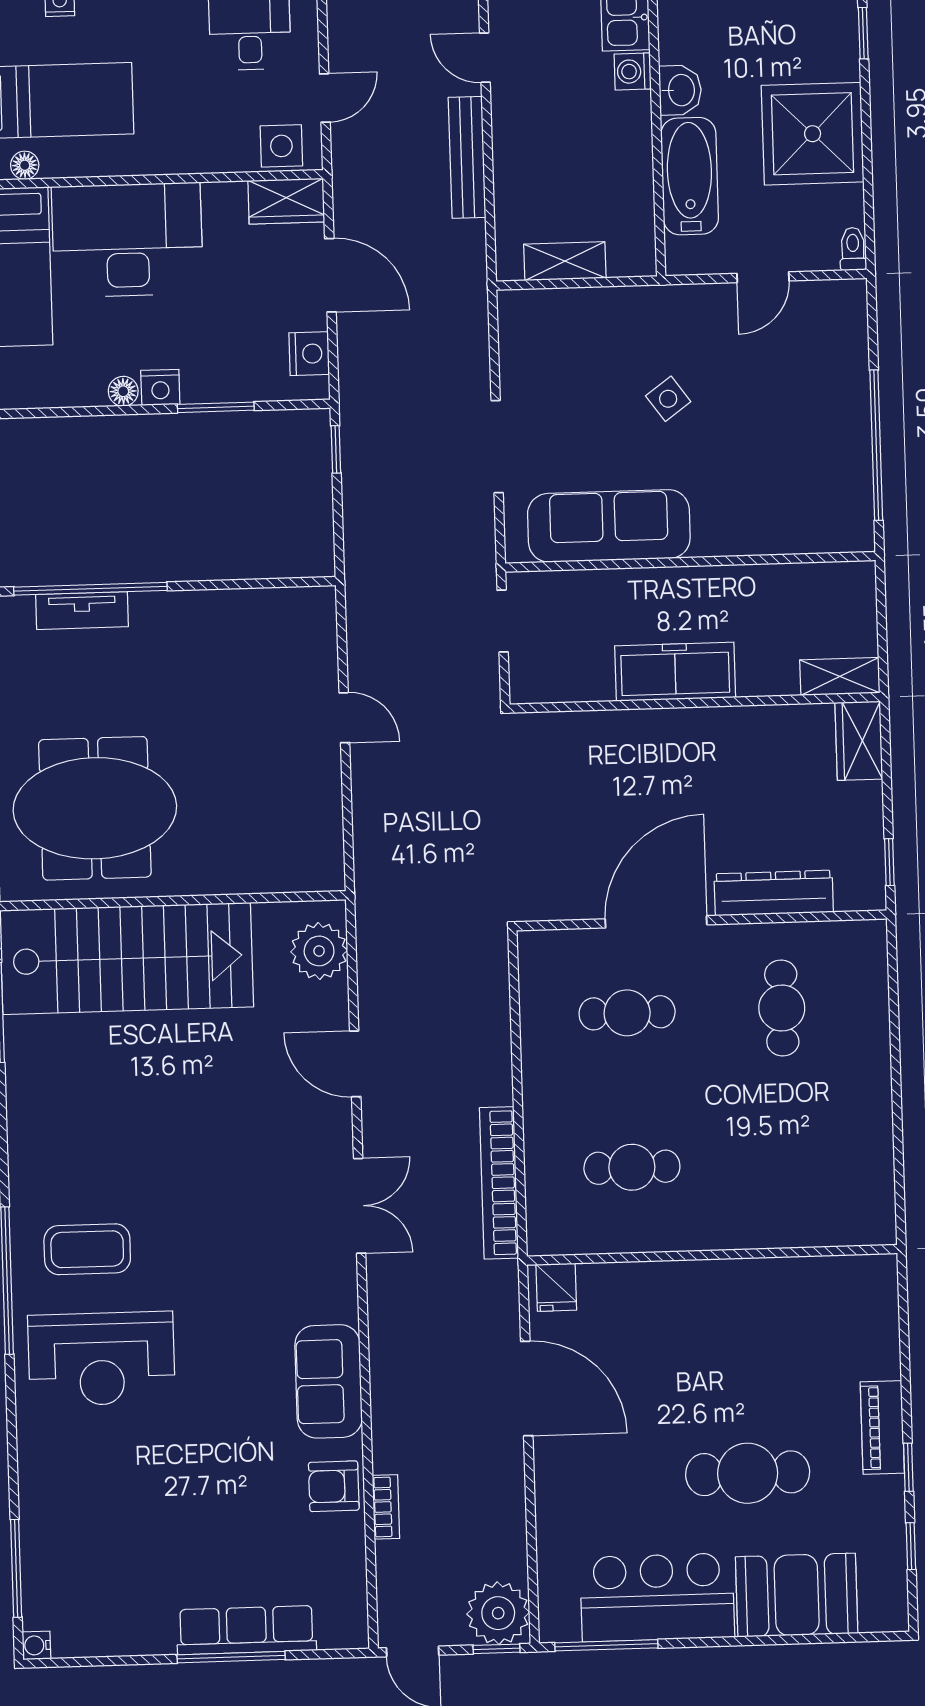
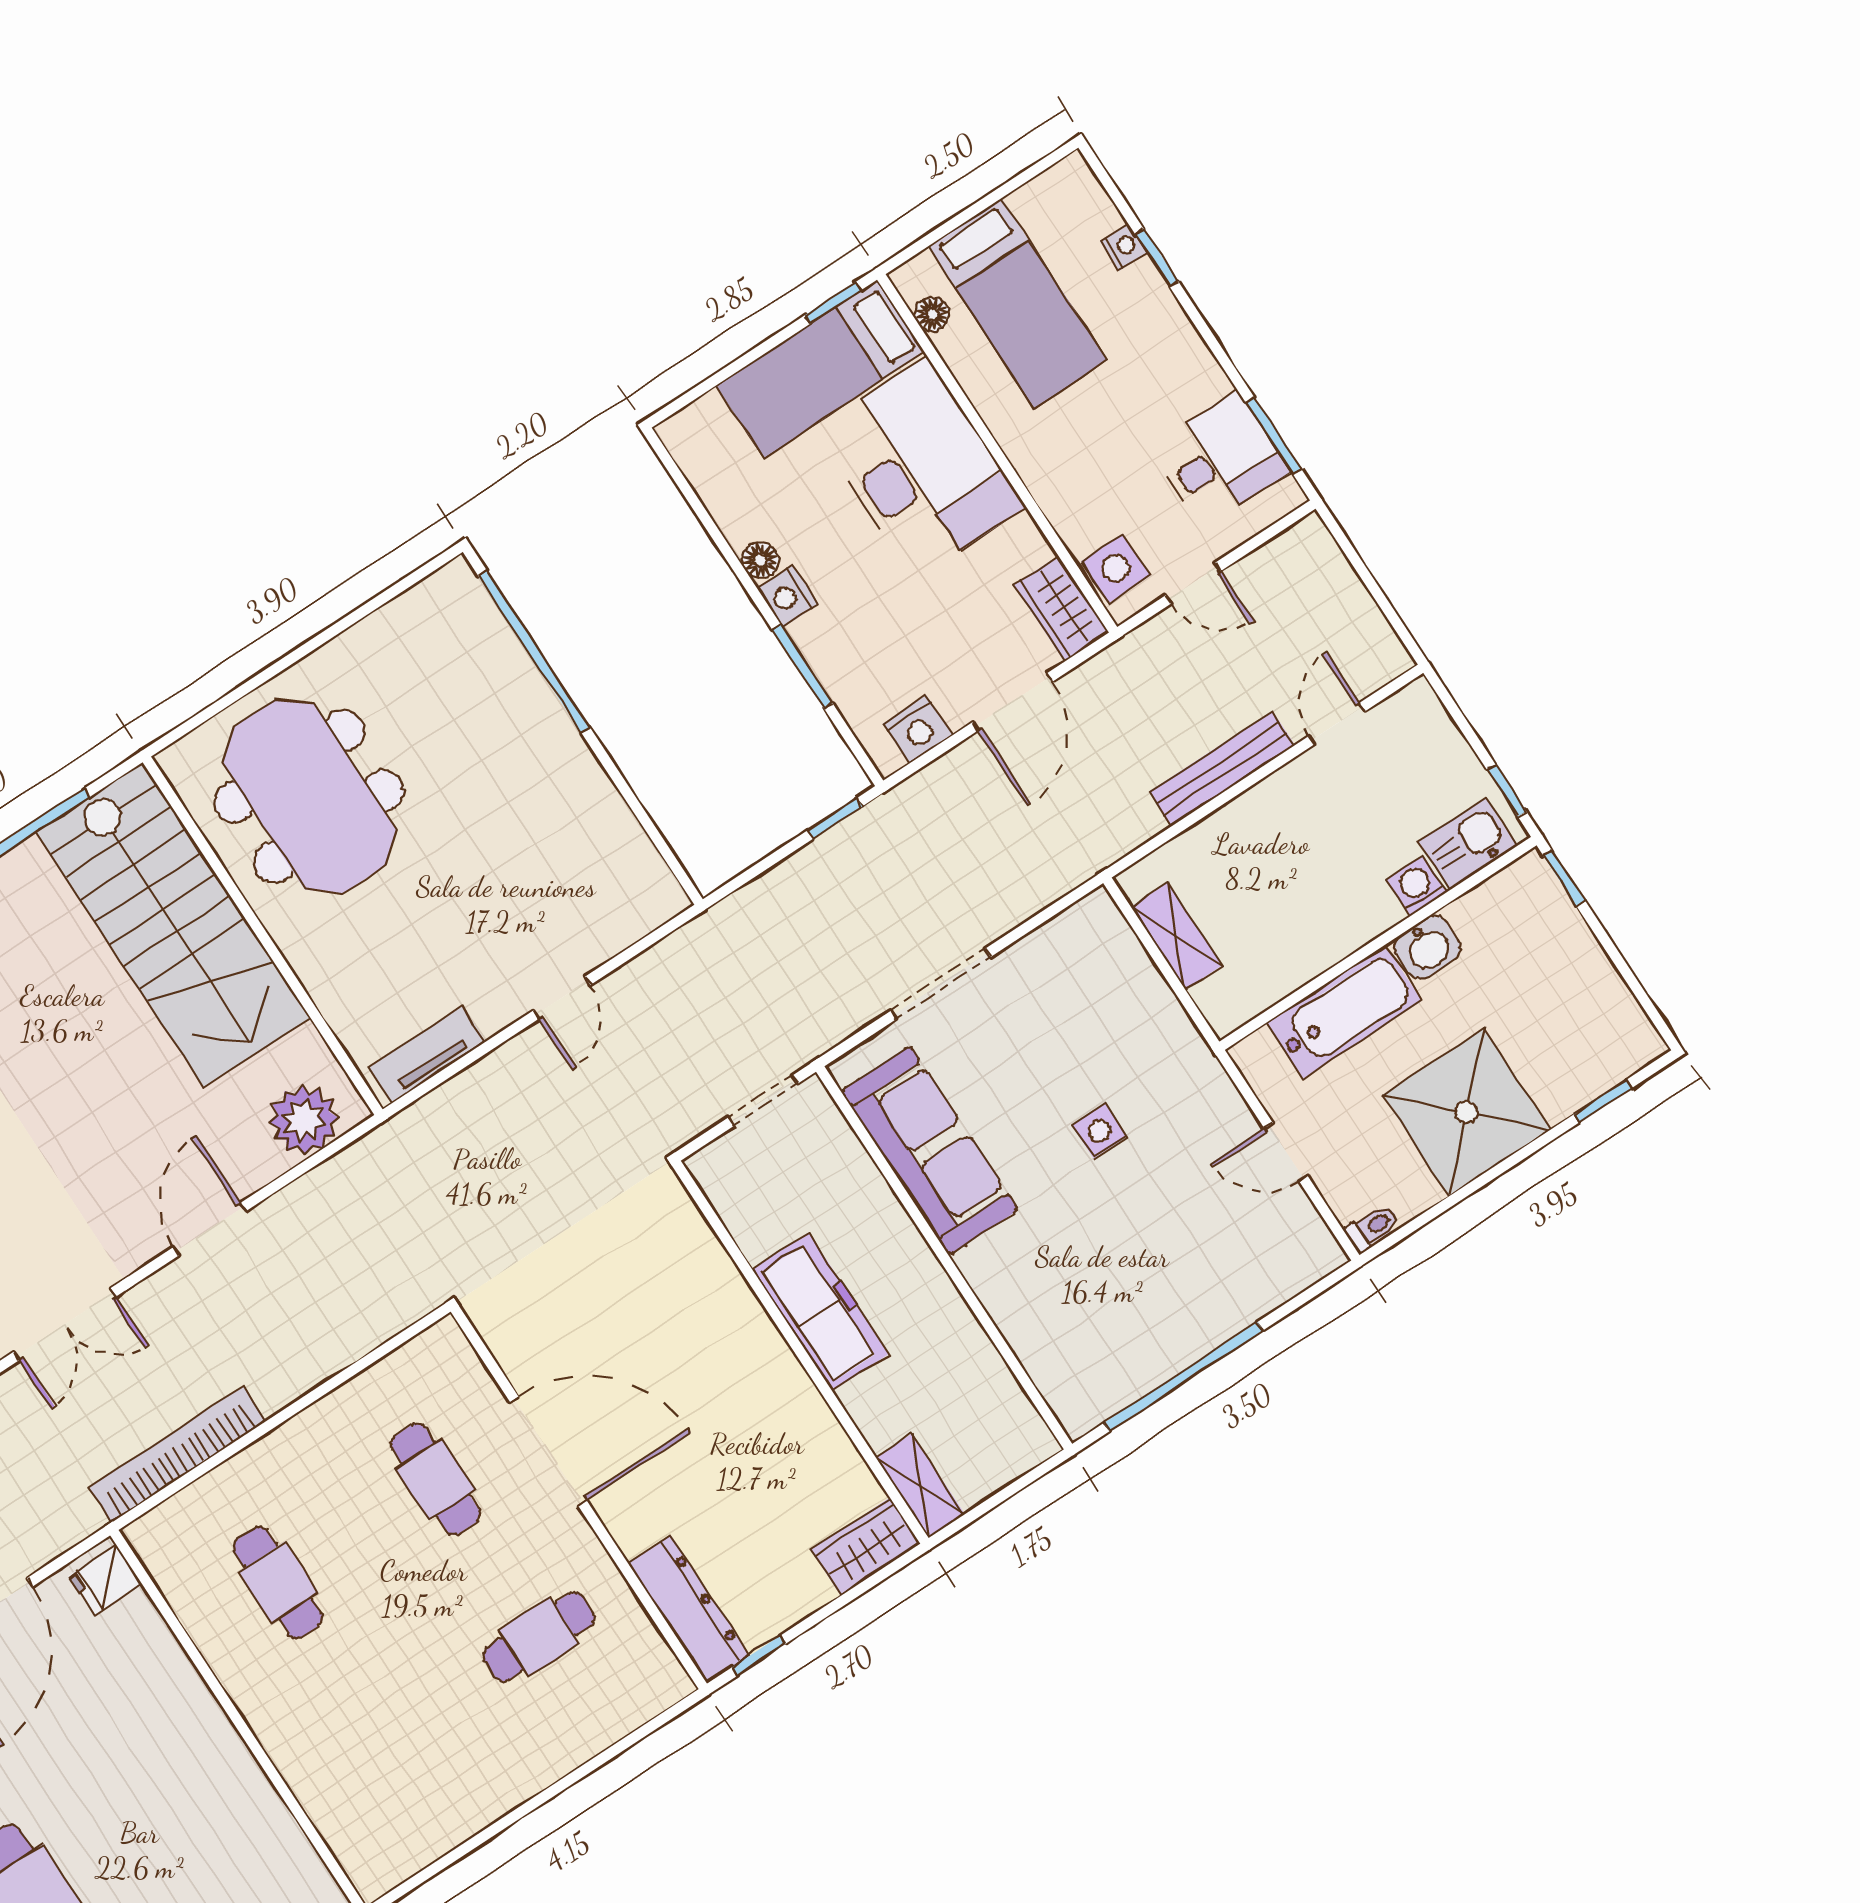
side table: (668, 399) -> (1099, 1131), turned 36
tv unit: (82, 611) -> (427, 1055), moved, turned 90
dresser: (774, 893) -> (689, 1610), moved

